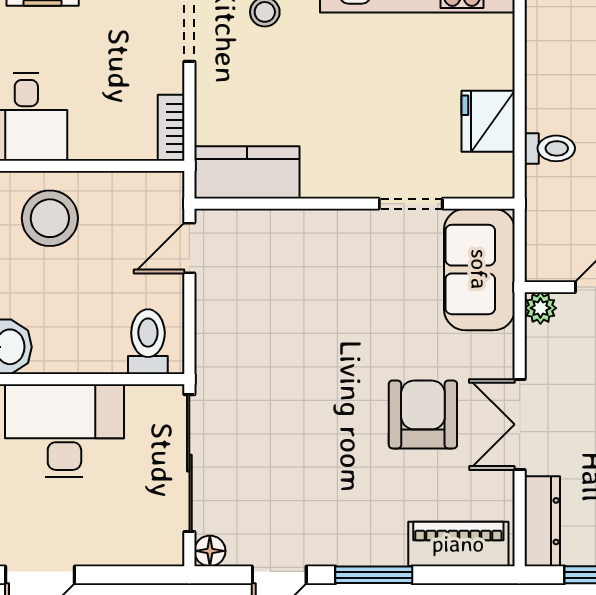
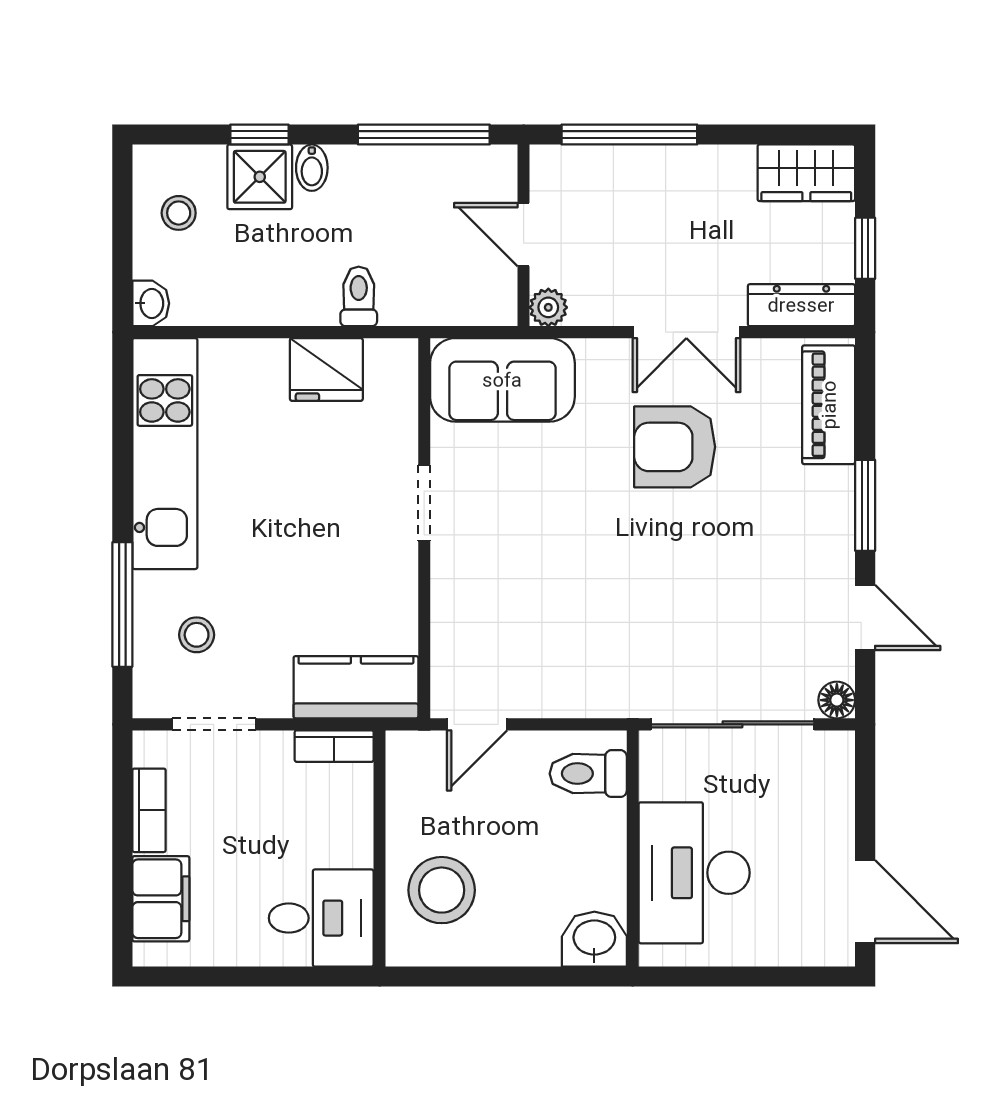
kitchen counter: (247, 172) -> (356, 687), moved, turned 90
doorway: (411, 204) -> (424, 503), moved
door: (189, 248) -> (477, 724), hinge flipped

